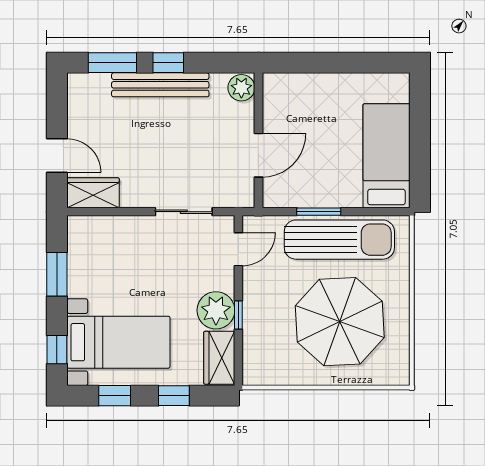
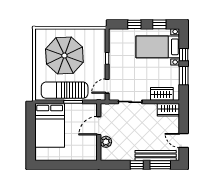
bench: (160, 85) -> (156, 155), moved
plant: (241, 88) -> (106, 142), moved
door: (57, 156) -> (184, 140), moved
bed: (386, 156) -> (50, 125), width x1.50
plant: (216, 310) -> (117, 60), removed
window: (57, 350) -> (184, 55), moved
wardrobe: (219, 358) -> (162, 94), moved, turned -90

